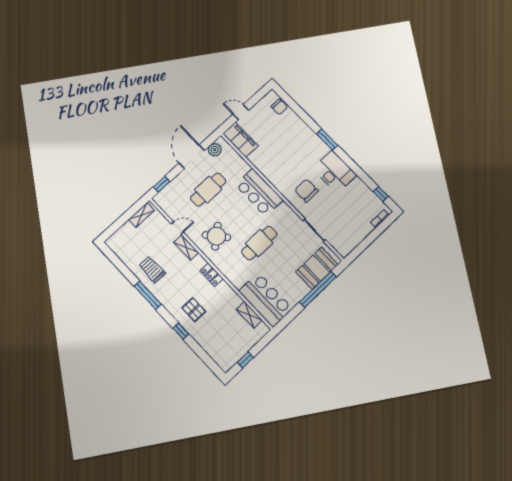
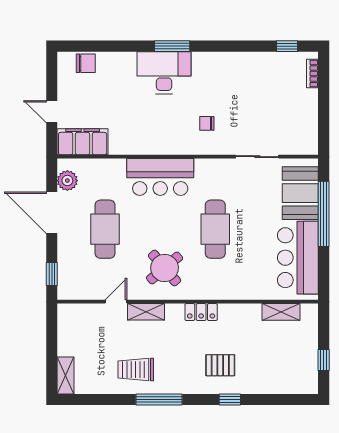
door: (241, 112) -> (52, 112), hinge flipped
desk: (335, 172) -> (164, 73), moved
chair: (307, 191) -> (207, 123), width x0.54, depth x0.54
shelving: (142, 215) -> (66, 375), moved
bar counter: (266, 300) -> (298, 258), moved, turned -90

